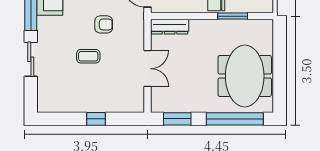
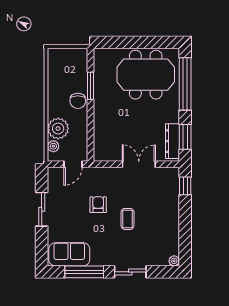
dresser: (170, 27) -> (173, 141), moved, turned 180
plant: (43, 107) -> (174, 261), added
window: (96, 119) -> (185, 186), moved

